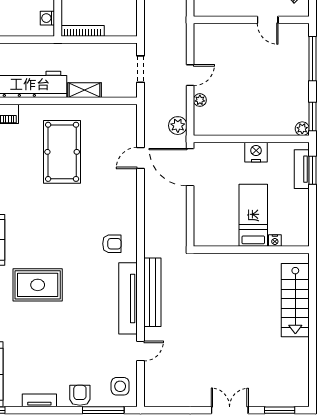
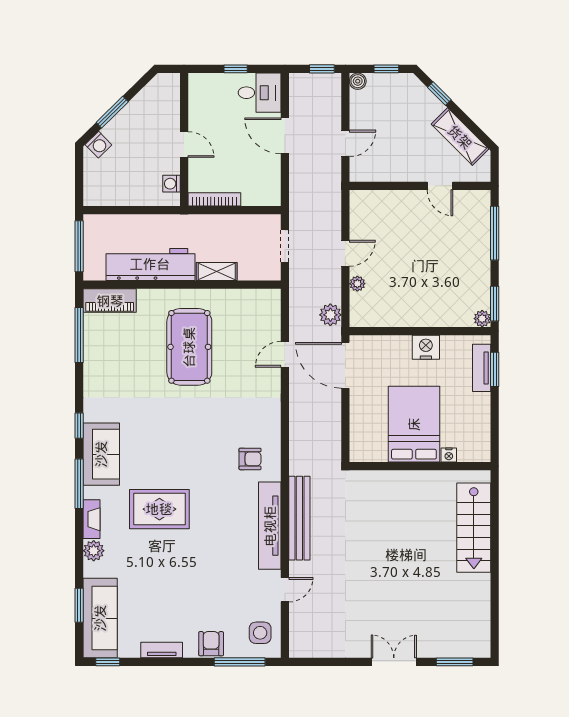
bed: (253, 215) -> (414, 424), width x1.50

